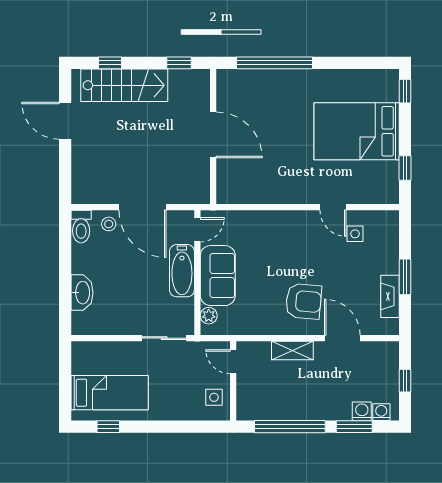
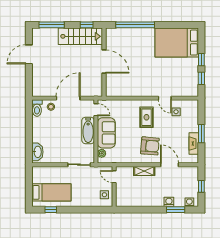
window: (110, 63) -> (52, 25), width x2.17
stairs: (124, 85) -> (80, 36), moved
window: (405, 91) -> (201, 60), moved
door: (65, 121) -> (29, 54), hinge flipped
bed: (357, 131) -> (177, 43), moved
door: (143, 207) -> (68, 98), swing flipped
door: (197, 230) -> (96, 110), hinge flipped
rug: (297, 245) -> (146, 117), added
washbasin: (82, 293) -> (37, 152), moved
washing machine: (362, 411) -> (169, 202), moved
window: (290, 427) -> (143, 210), removed

